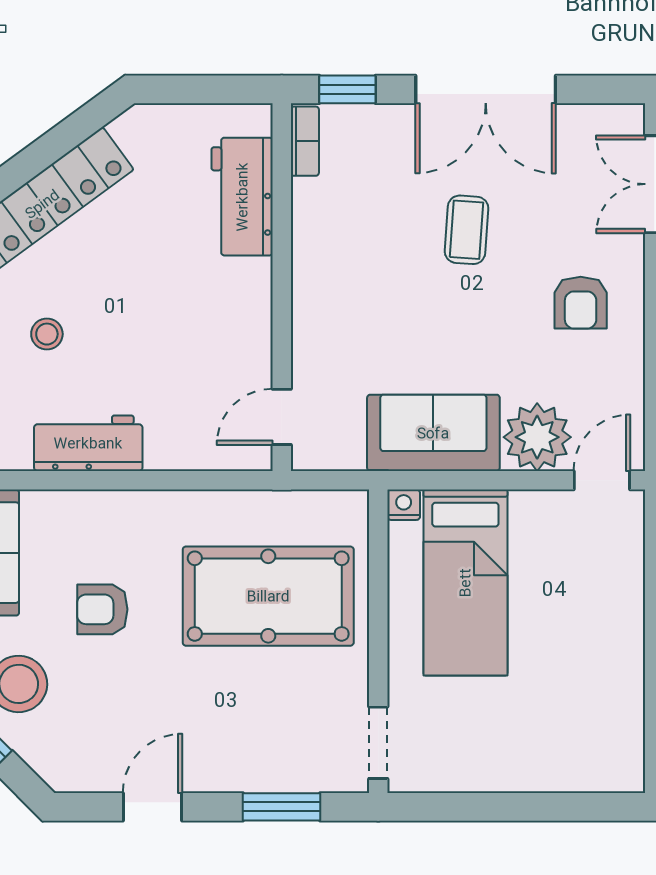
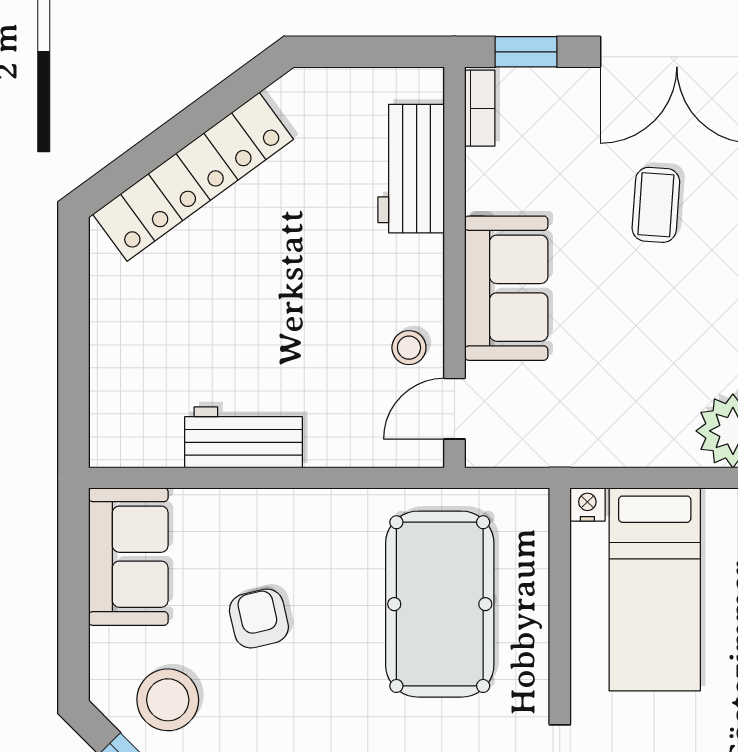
stool: (47, 334) -> (409, 348), moved
sofa: (433, 433) -> (506, 288), moved, turned 90
pool table: (268, 596) -> (440, 604), turned 90
armchair: (102, 609) -> (259, 619), turned 77

